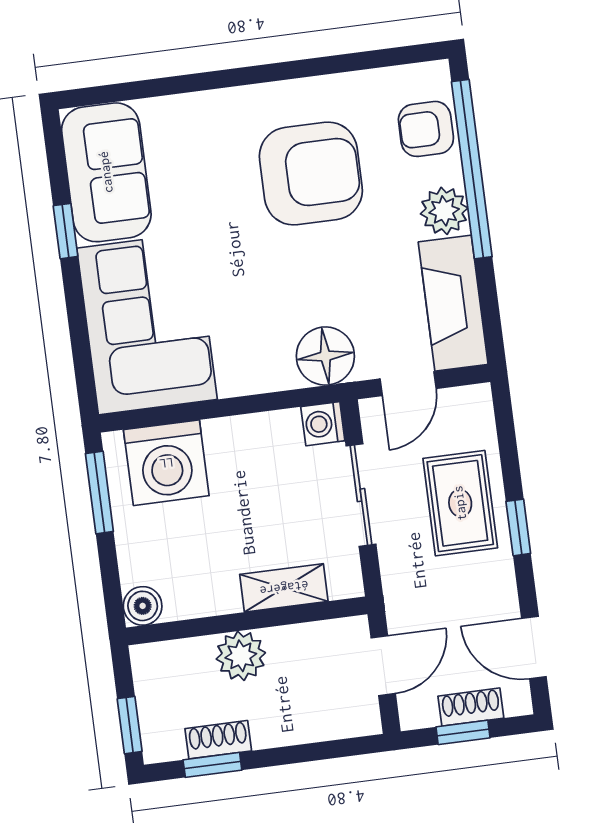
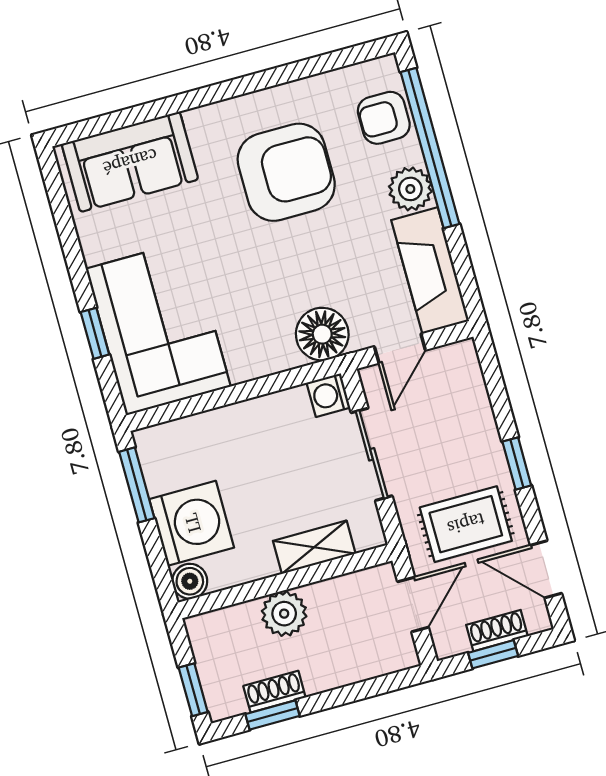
sofa: (106, 172) -> (130, 162), moved, turned 90
window: (65, 231) -> (95, 333), moved
washing machine: (166, 463) -> (192, 523), moved, turned -90
rug: (460, 503) -> (466, 524), moved, turned 90

